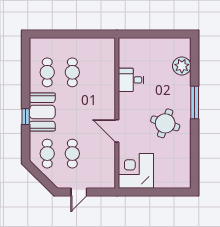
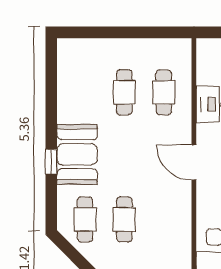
cafe table: (47, 72) -> (164, 92), moved
door: (117, 131) -> (194, 162), moved

